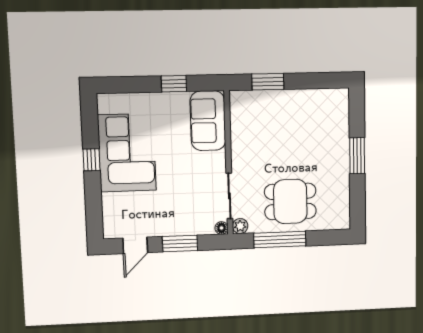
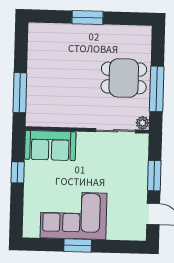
window: (268, 82) -> (20, 93), width x1.44
window: (91, 160) -> (78, 245), width x1.50
dining table: (290, 201) -> (124, 78), turned 90
floor lamp: (222, 228) -> (143, 139), removed

